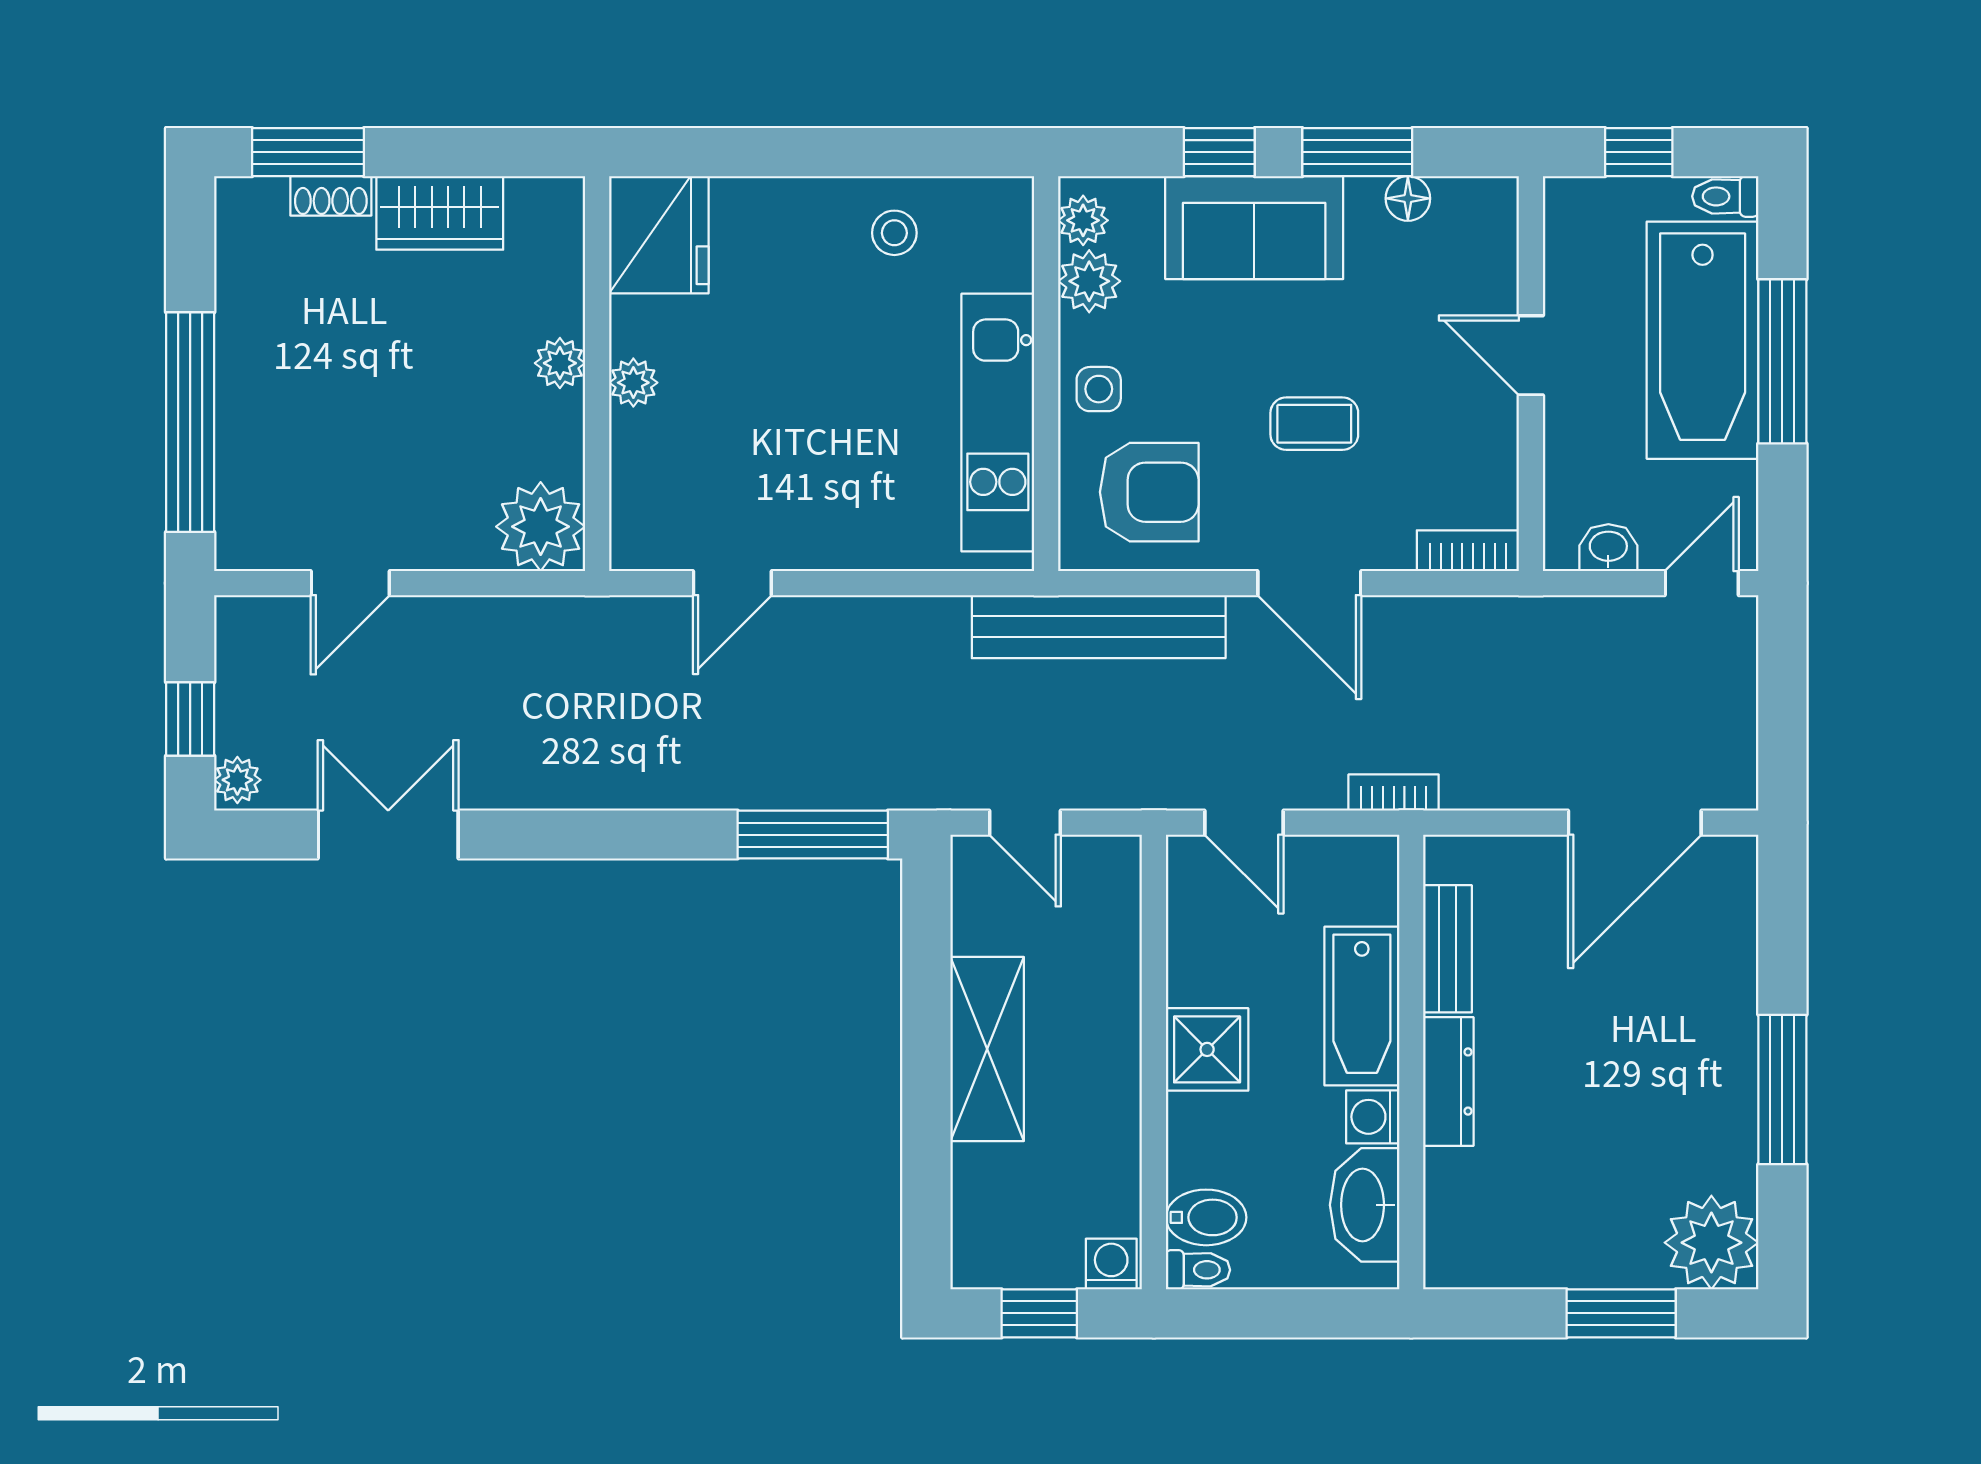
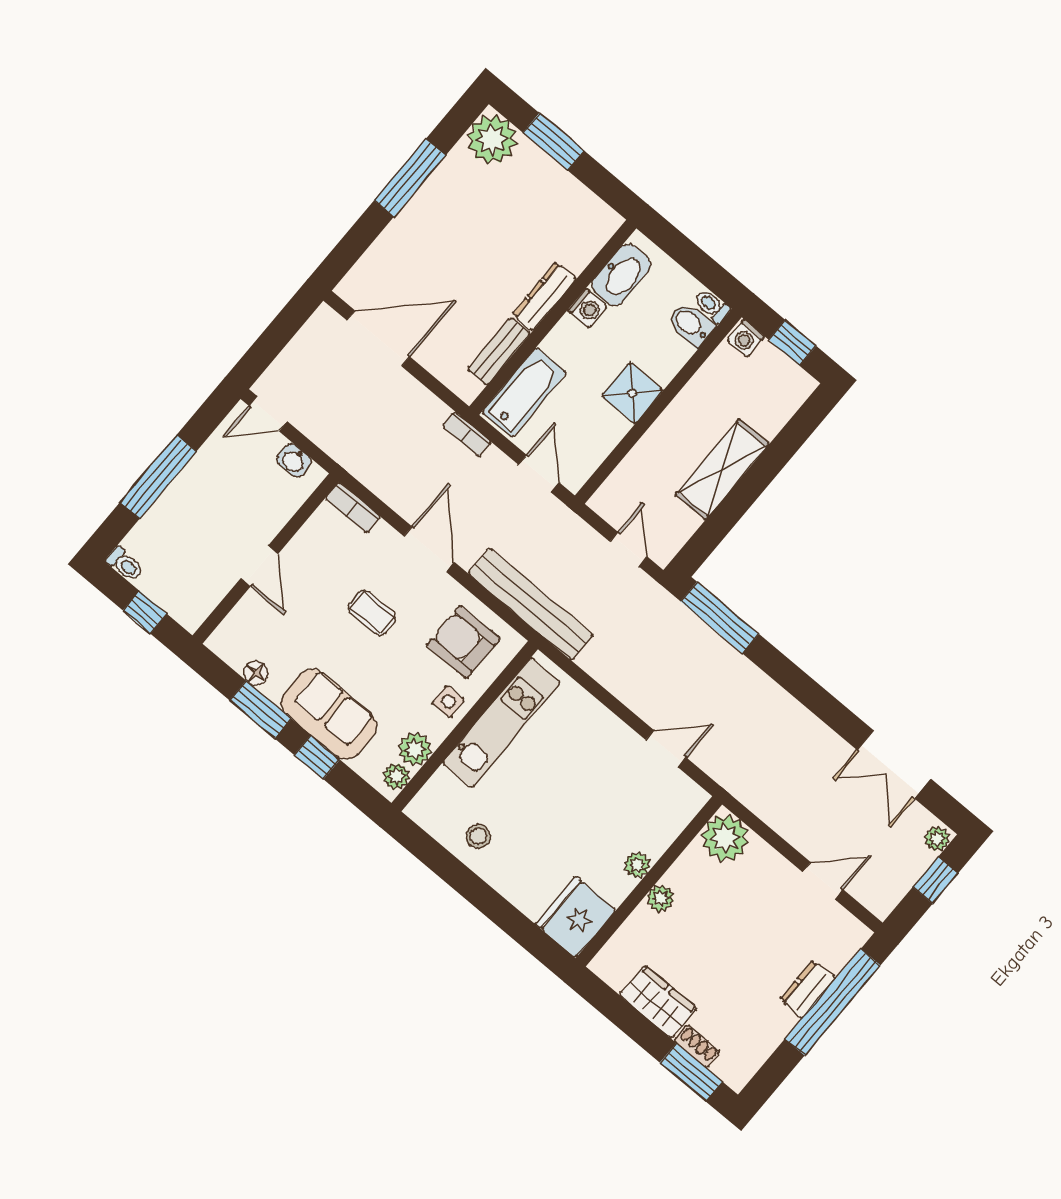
bathtub: (1703, 340) -> (184, 513), removed
dresser: (242, 410) -> (807, 989), added
bathtub: (1362, 1006) -> (524, 392), moved

